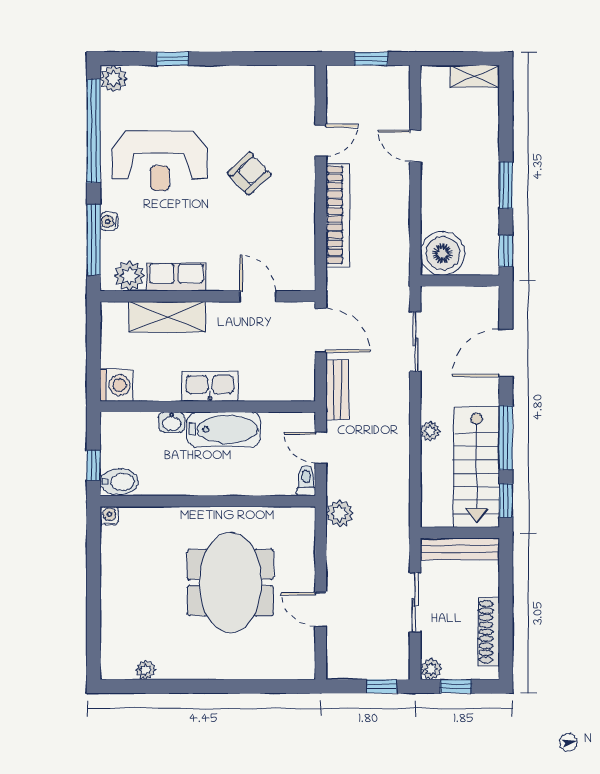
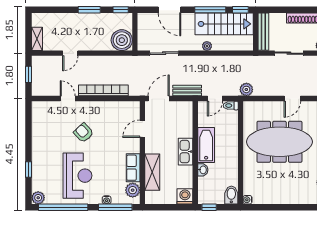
shelving: (475, 76) -> (37, 39), moved
window: (94, 465) -> (209, 207), moved
meeting table: (230, 582) -> (279, 142), width x1.36

